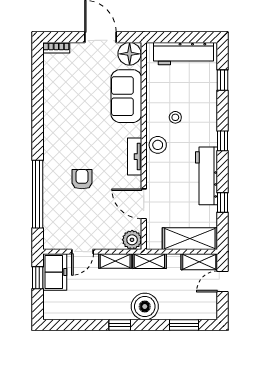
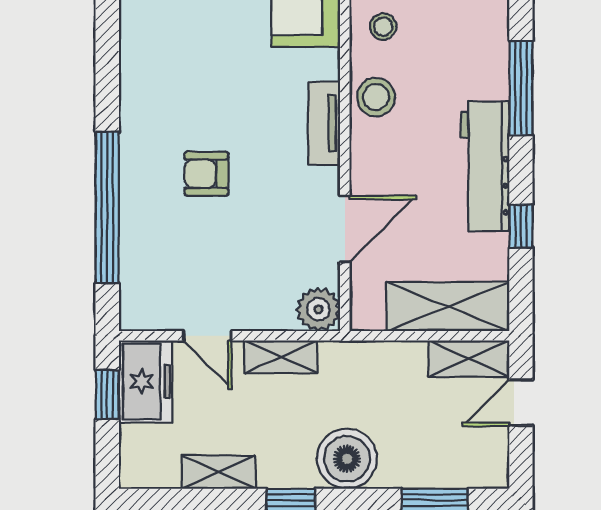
stool: (175, 117) -> (383, 27), moved
window: (222, 141) -> (521, 88), width x2.17
armchair: (82, 179) -> (206, 174), turned -90
door: (144, 204) -> (345, 229), swing flipped
door: (82, 252) -> (207, 336), hinge flipped
shelving: (149, 261) -> (219, 472), moved

